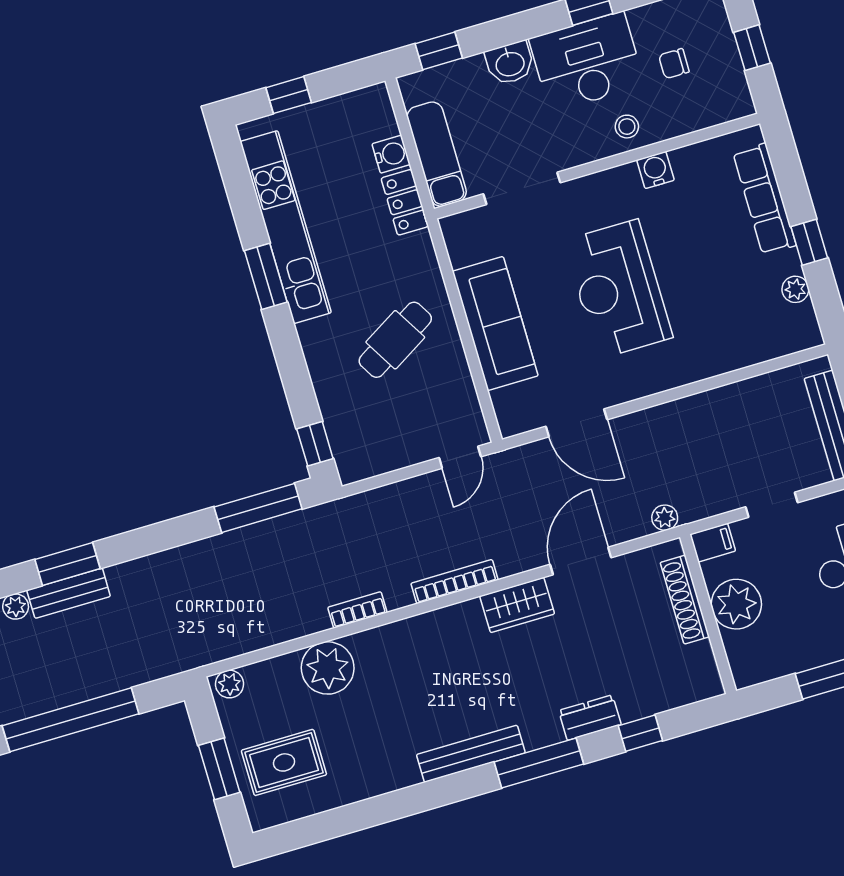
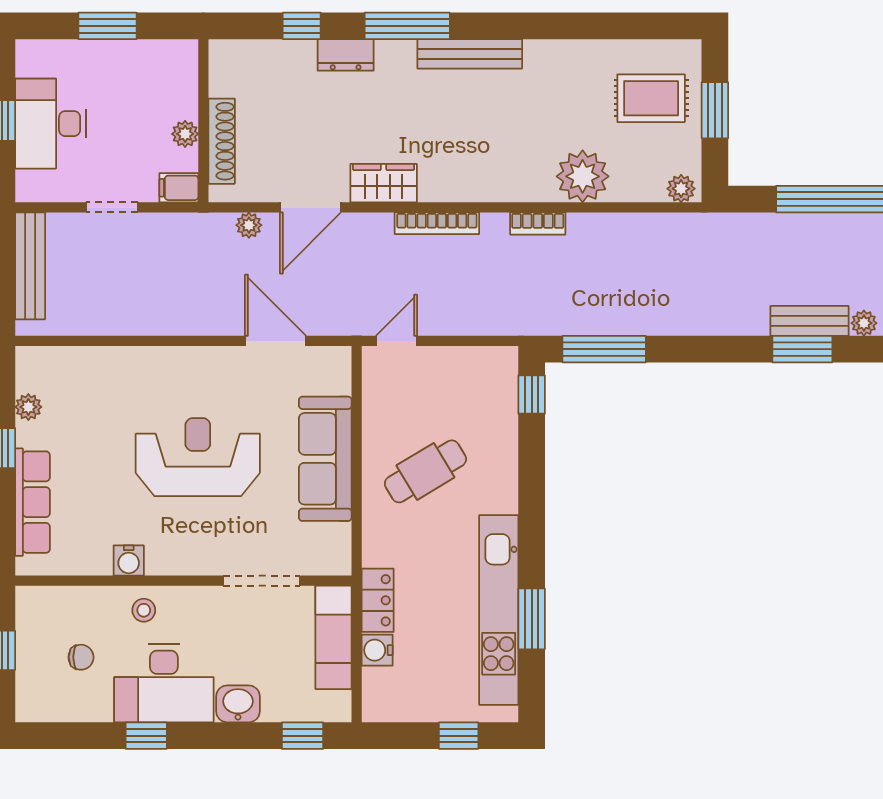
window: (266, 276) -> (532, 619), moved
reception desk: (618, 289) -> (198, 457), turned -90
plant: (665, 518) -> (249, 225), moved
plant: (736, 604) -> (185, 134), width x0.53, depth x0.53

